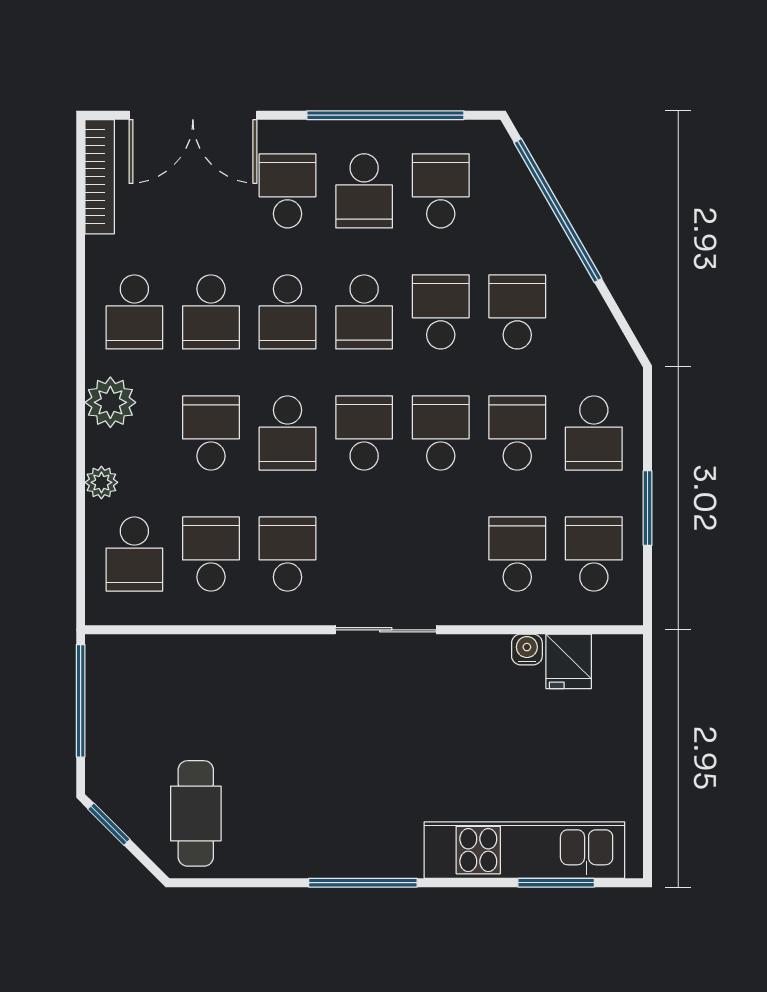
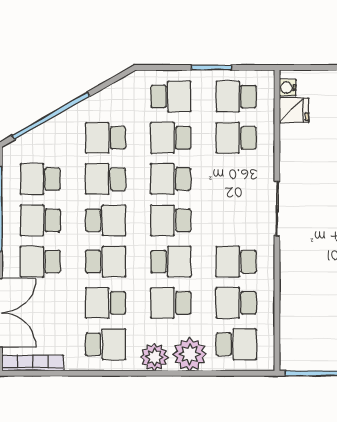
school desk: (364, 191) -> (40, 220), turned 180
school desk: (211, 312) -> (106, 303), turned 180
plant: (101, 482) -> (190, 354), width x1.88, depth x1.88
water cooler: (527, 650) -> (288, 88), moved

